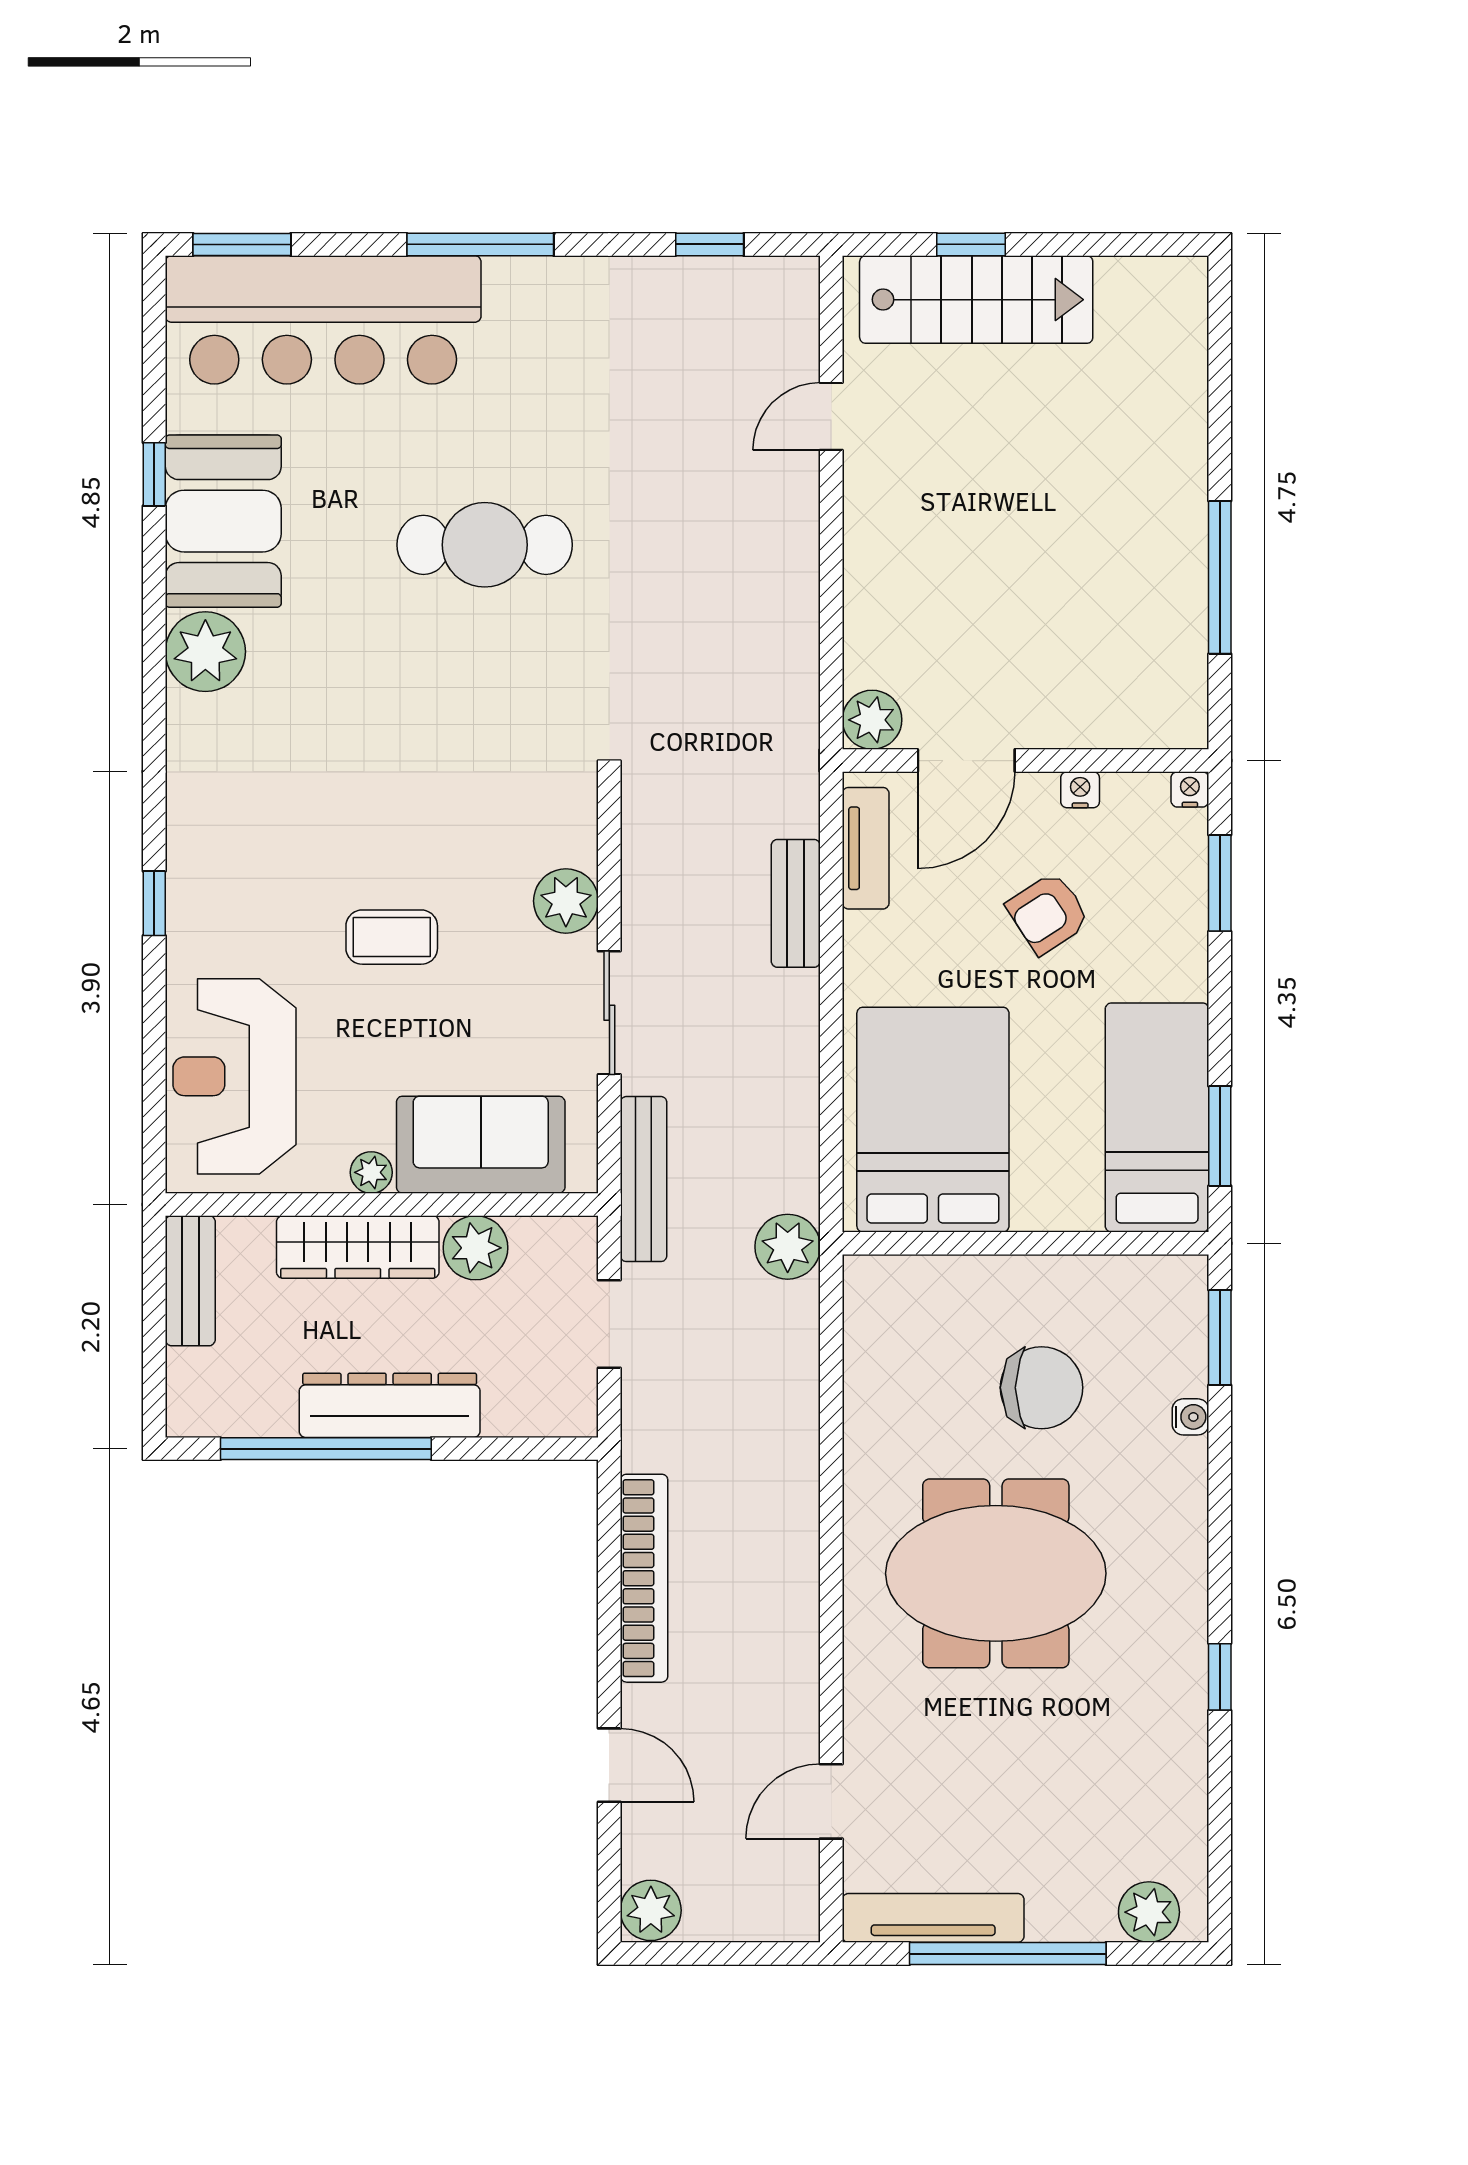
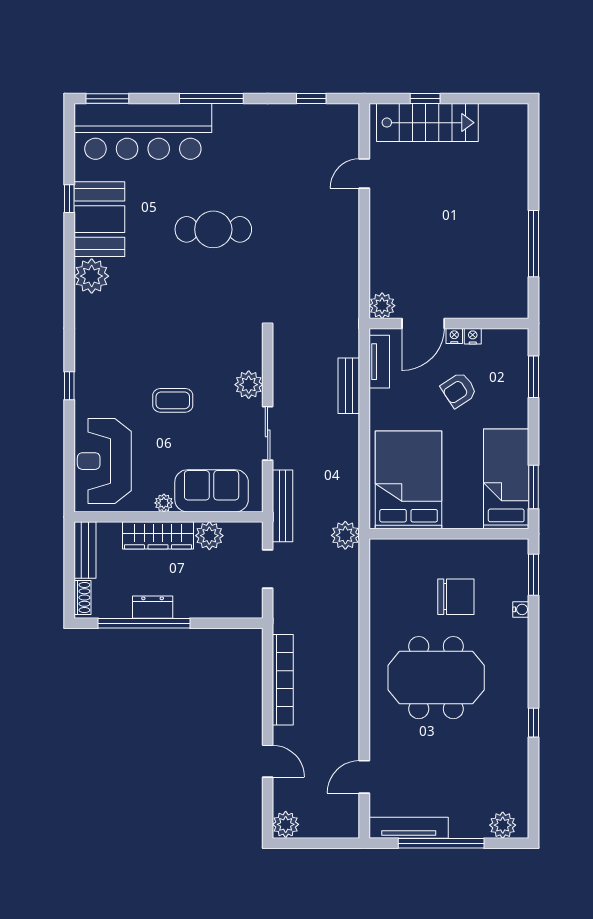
nightstand: (1190, 789) -> (454, 336), moved
shoe rack: (184, 1390) -> (82, 597), added
dresser: (390, 1405) -> (153, 607), width x0.51, depth x0.80

